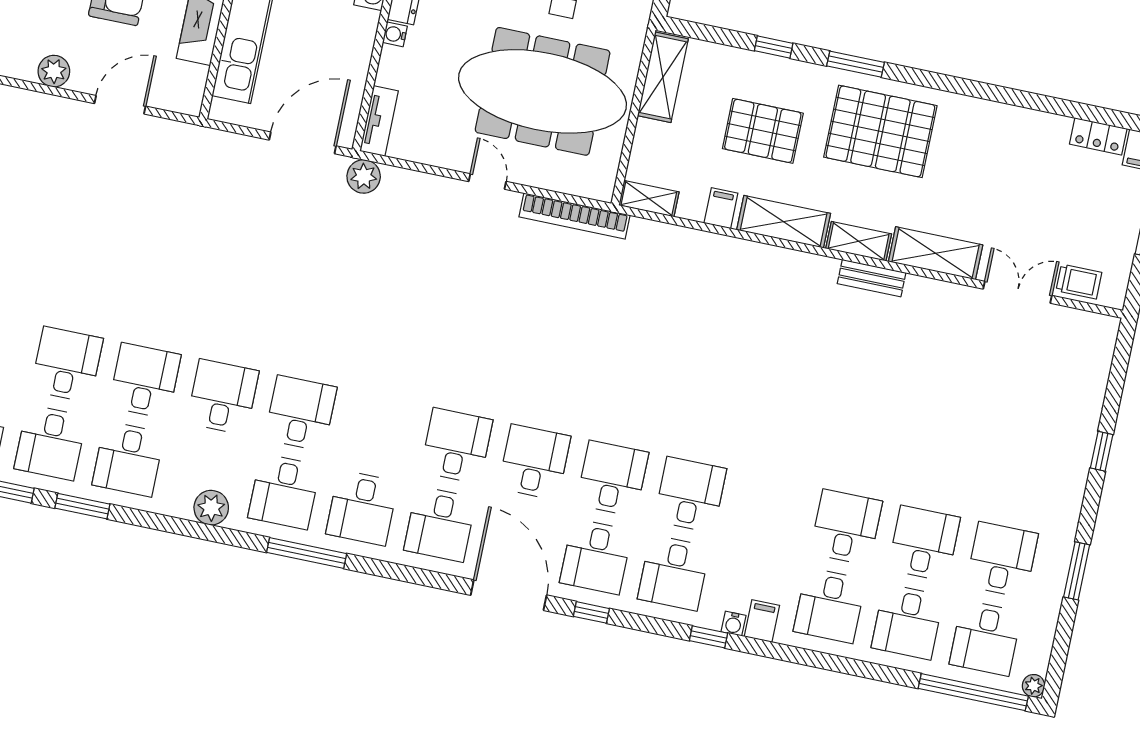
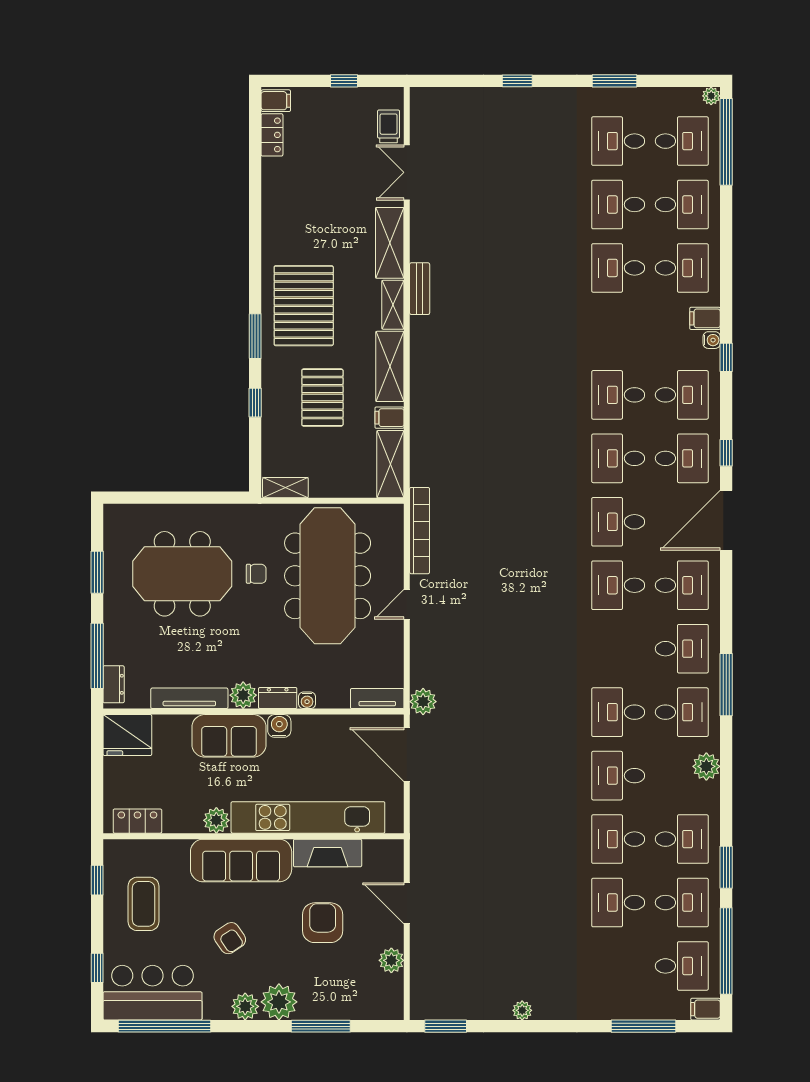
shelving: (663, 77) -> (285, 488), width x0.67, depth x0.75
shelving: (649, 199) -> (390, 464), width x1.50, depth x1.33

